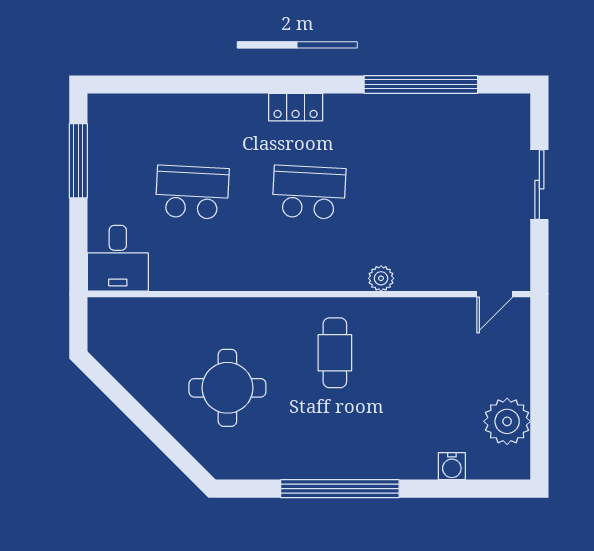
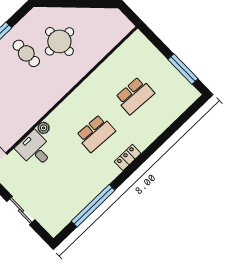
desk: (118, 258) -> (35, 149), moved
cafe table: (335, 353) -> (26, 53), moved

